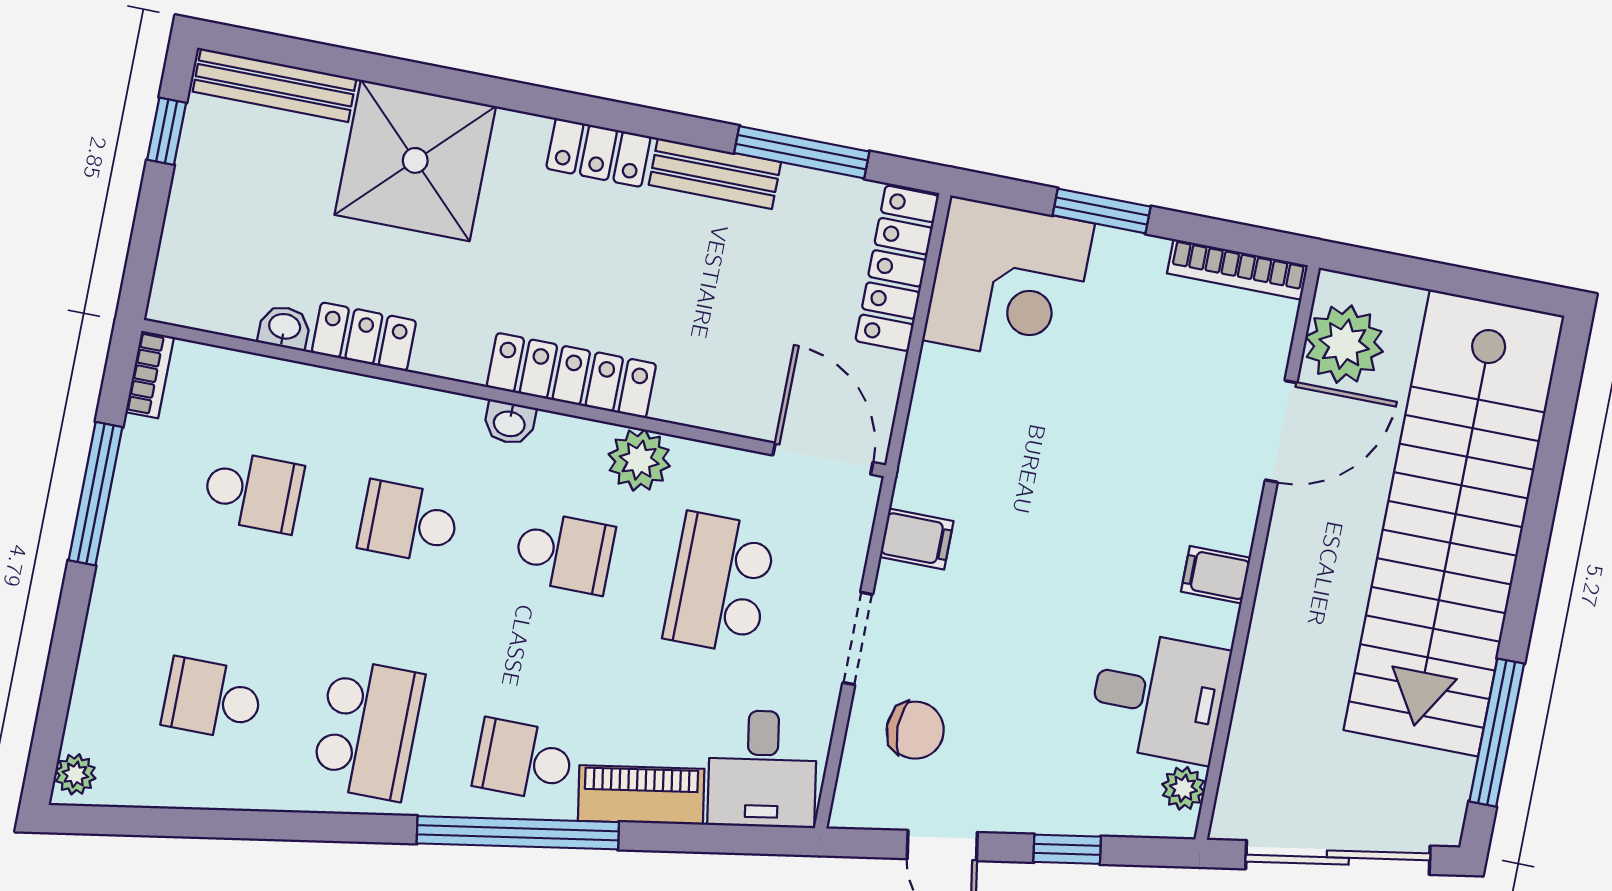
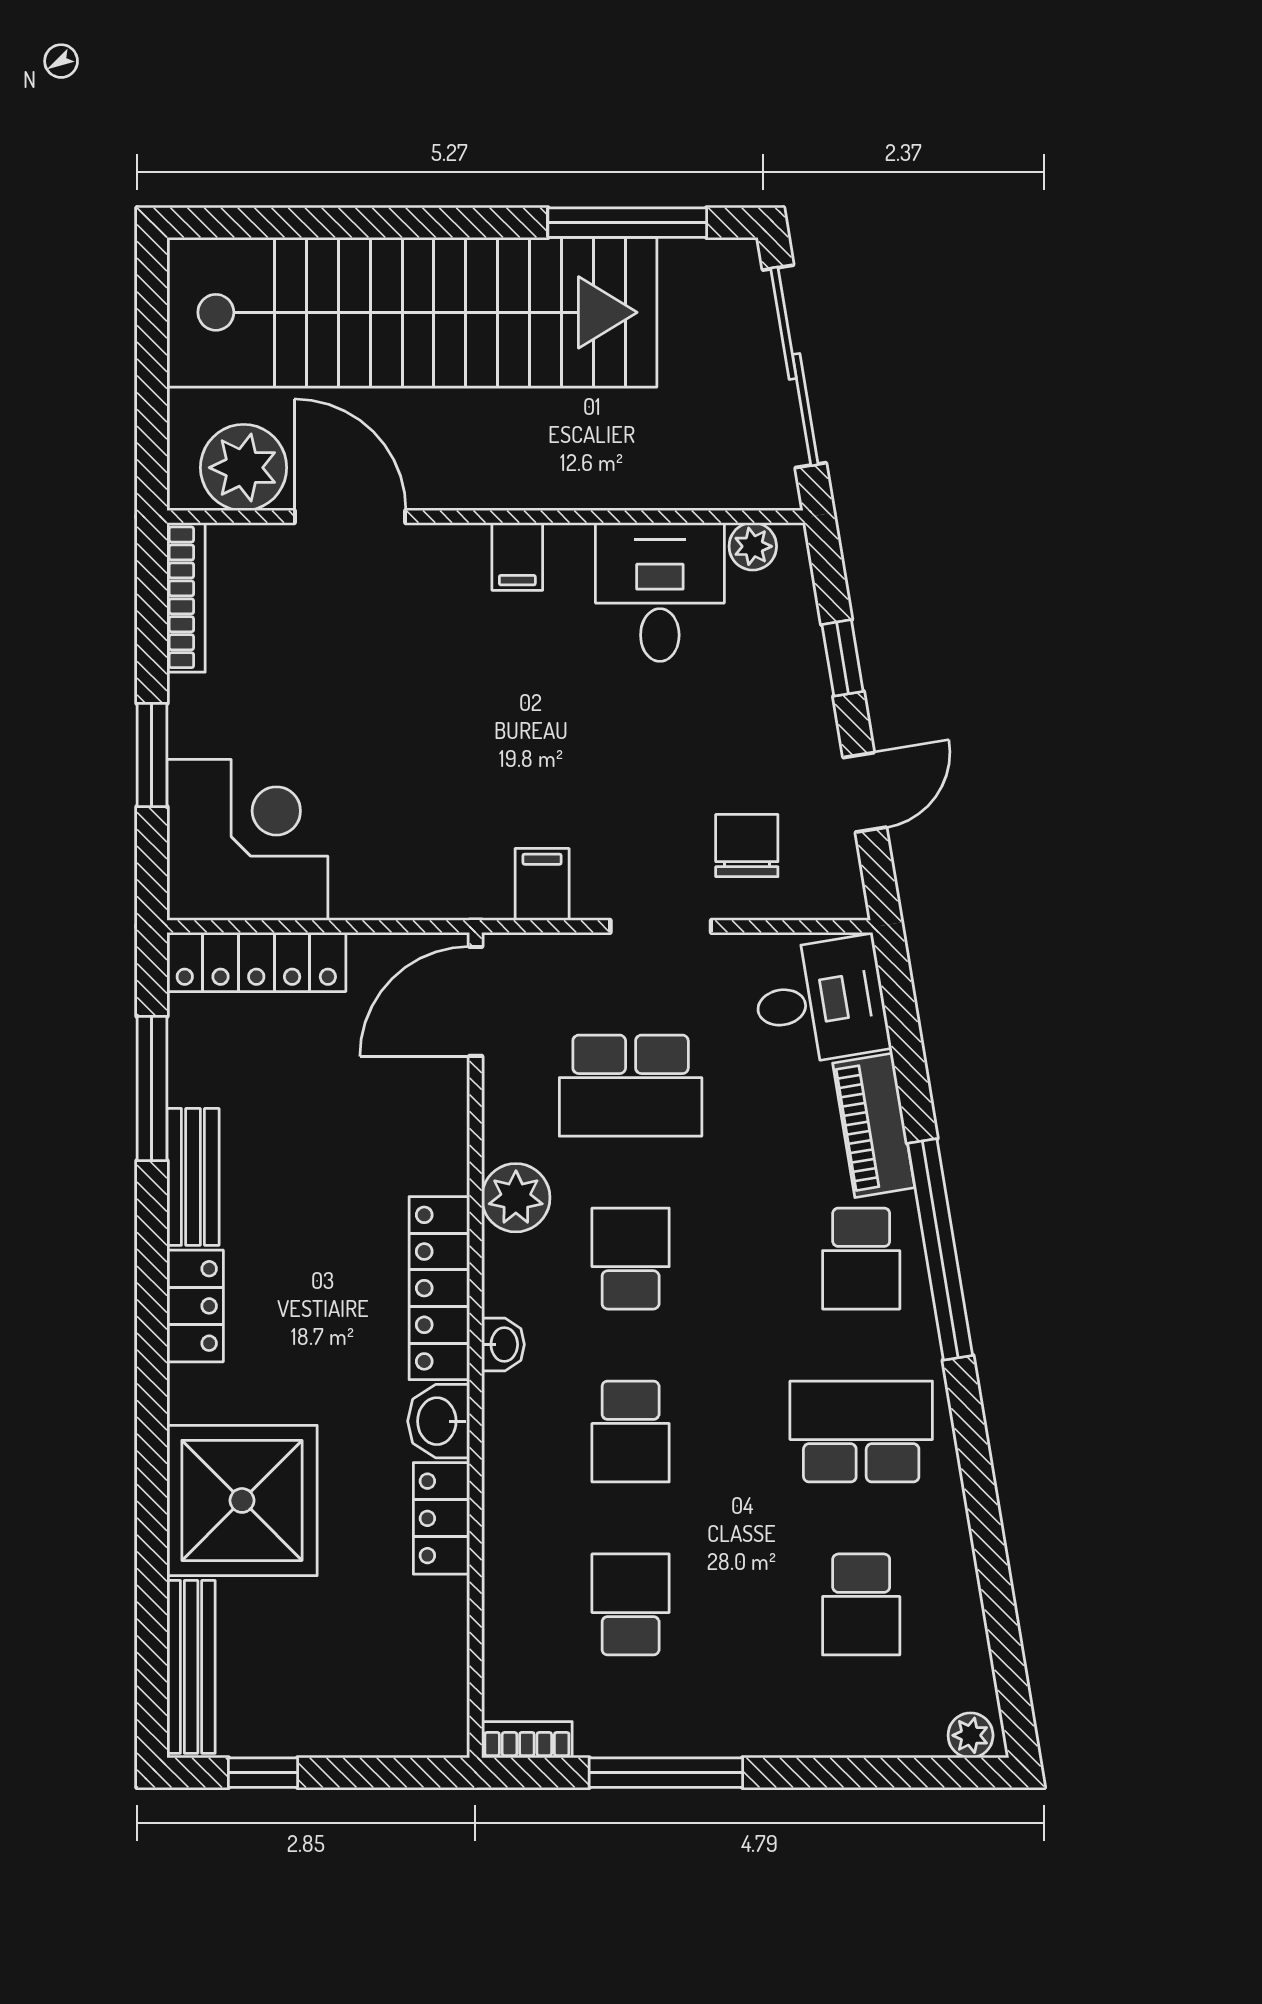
washbasin: (284, 327) -> (439, 1421), moved, width x1.38, depth x1.45

